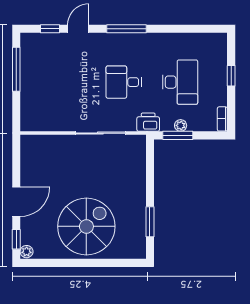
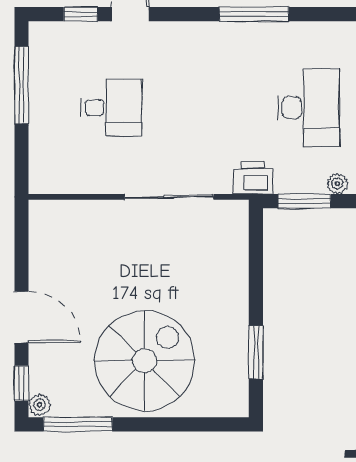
window: (126, 29) -> (254, 14), moved
desk: (124, 82) -> (111, 108), moved, turned 180
plant: (181, 125) -> (337, 184), moved
door: (16, 202) -> (21, 317), hinge flipped
window: (48, 263) -> (78, 424), added

